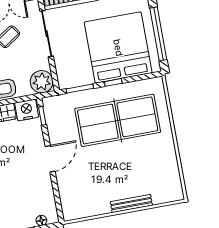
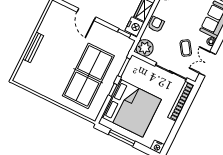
window: (158, 34) -> (122, 138), width x0.68
door: (50, 159) -> (86, 15), moved

